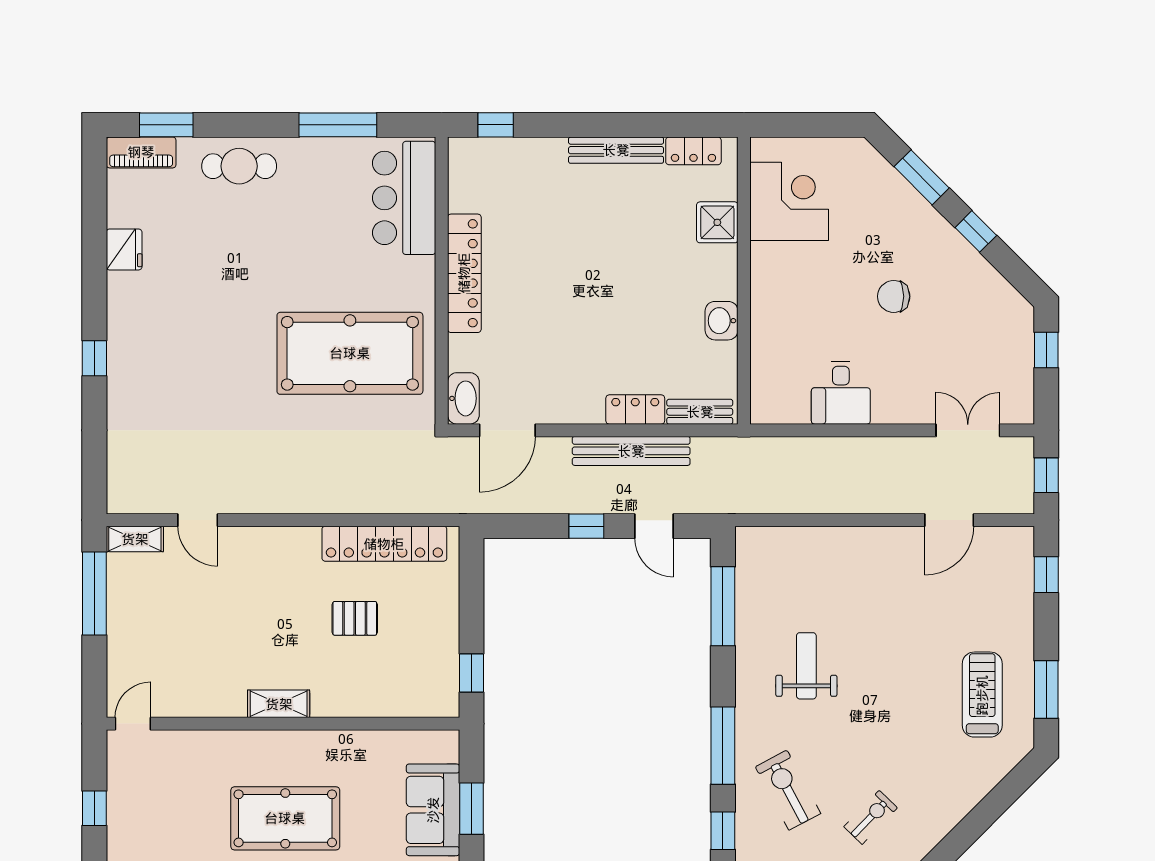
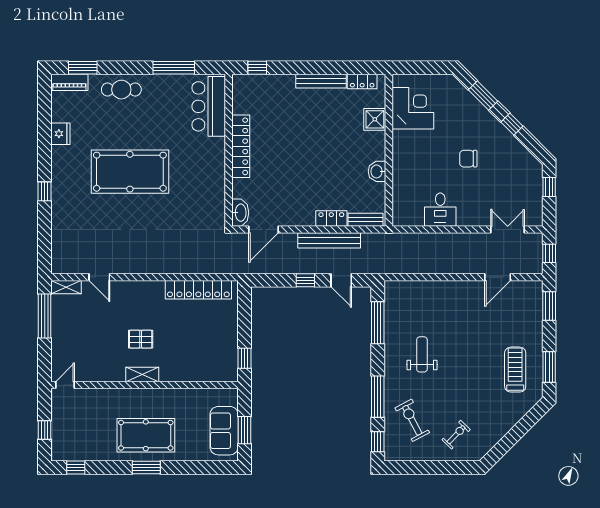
pool table: (350, 353) -> (130, 172), moved
window: (1046, 575) -> (549, 306), width x1.50
pallet: (355, 618) -> (141, 339), moved

